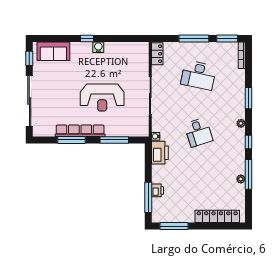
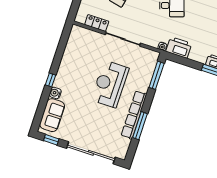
water cooler: (98, 47) -> (55, 93), moved
locker: (157, 54) -> (97, 23), moved
reception desk: (102, 97) -> (110, 84), turned 180
window: (114, 140) -> (157, 75), moved

